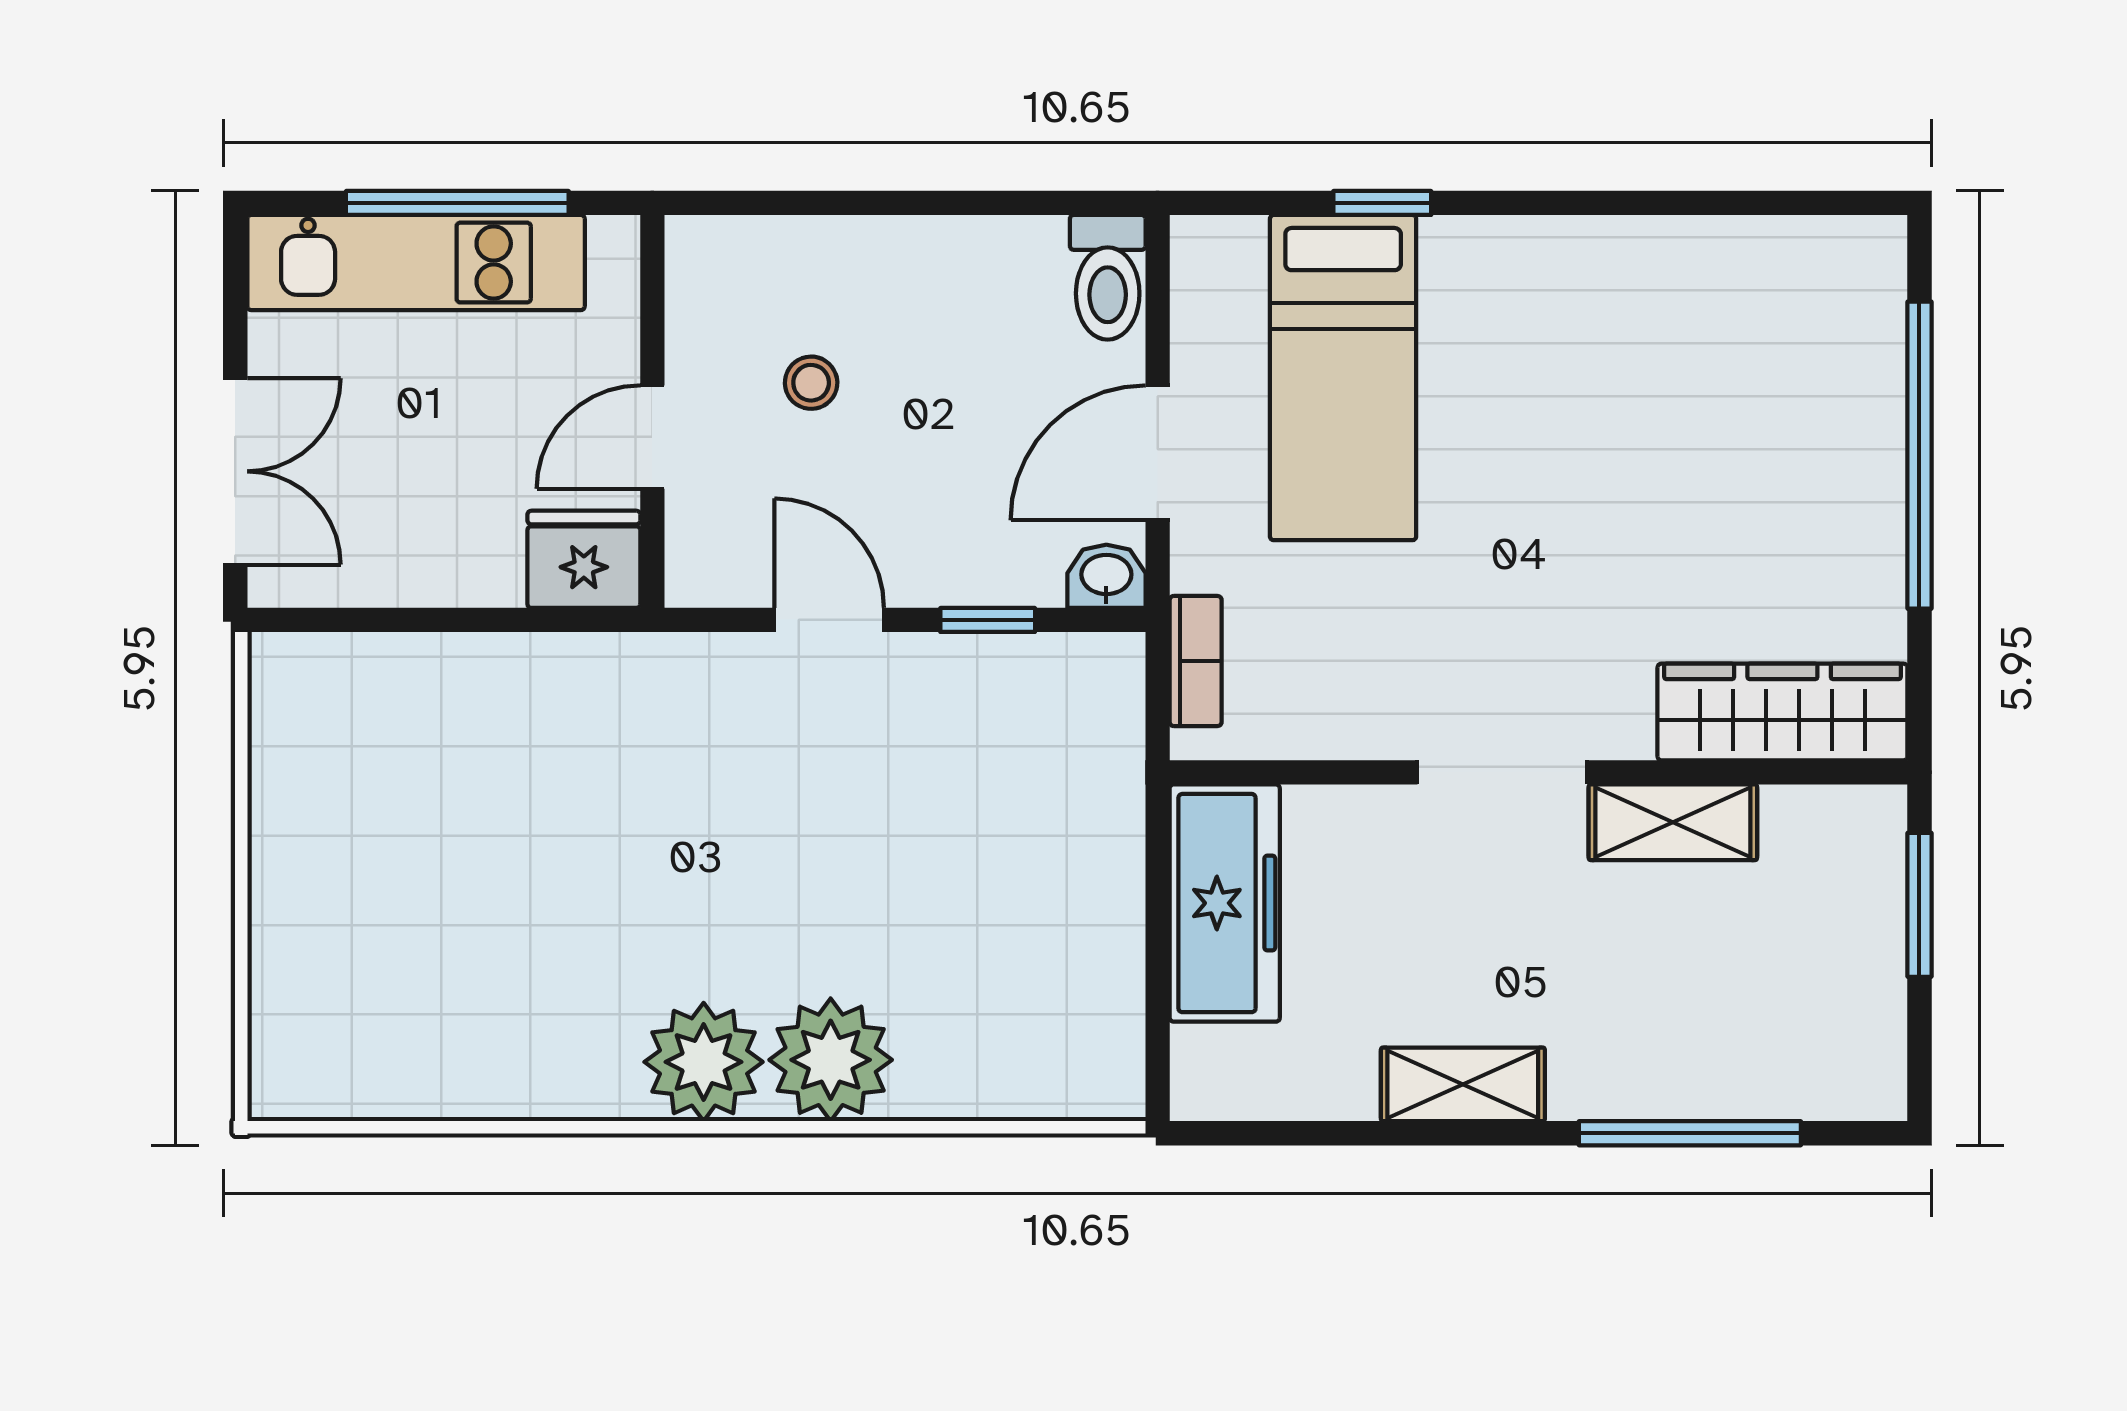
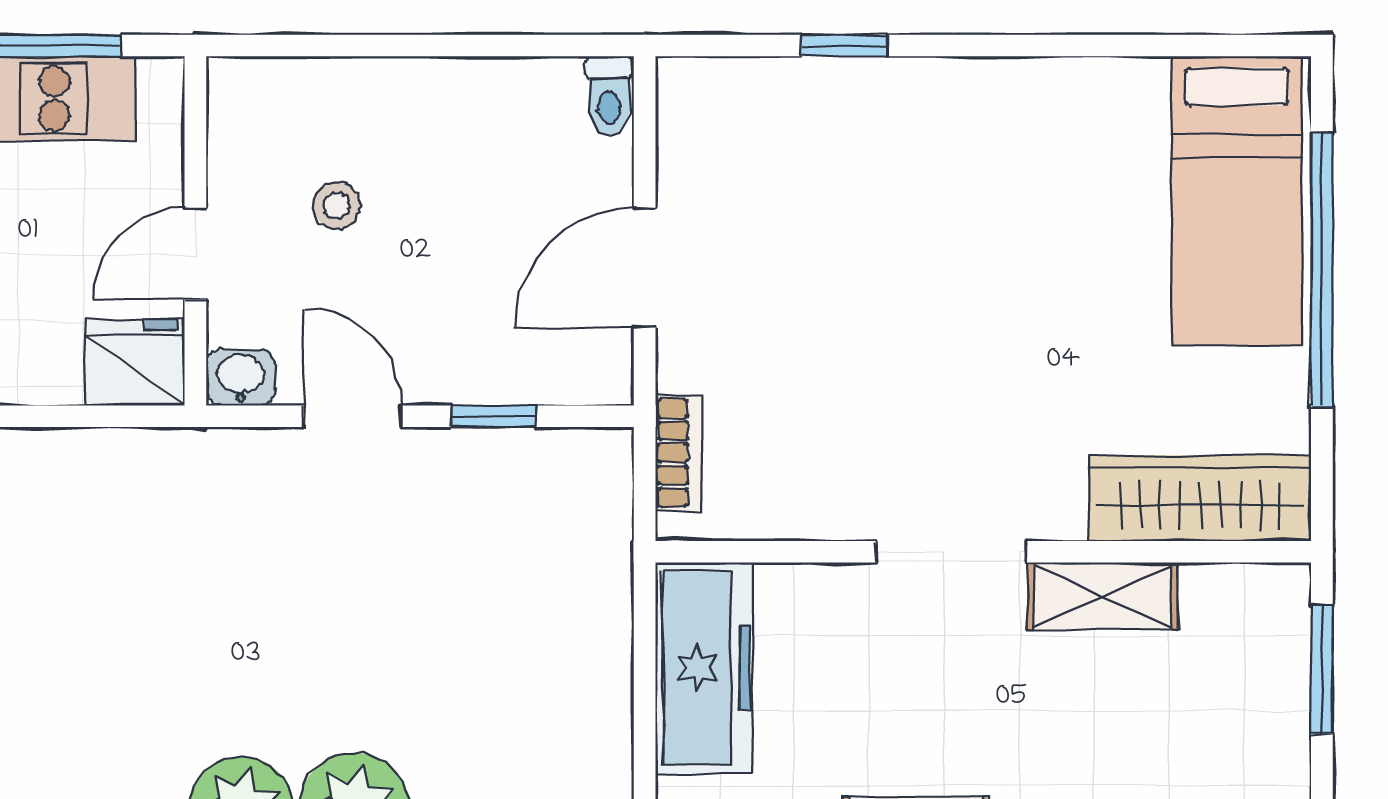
toilet: (1108, 277) -> (609, 96), width x0.73, depth x0.72
bed: (1343, 378) -> (1237, 201), moved
washbasin: (1106, 576) -> (241, 377), moved

